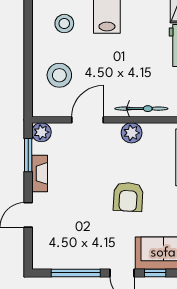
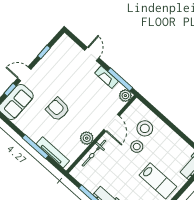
stool: (64, 24) -> (137, 147), moved
window: (28, 155) -> (120, 79), width x1.44
window: (76, 273) -> (44, 52), width x0.46

